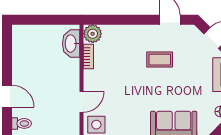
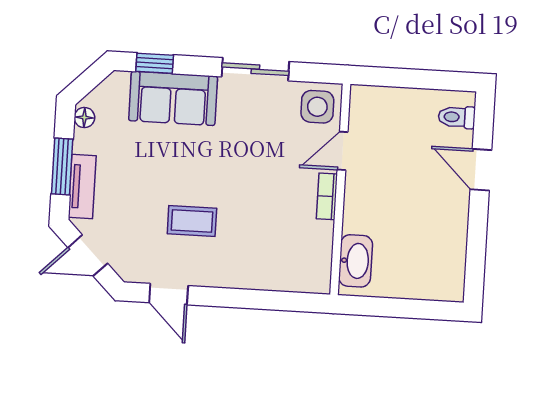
plant: (93, 34) -> (314, 277), removed
bookcase: (88, 56) -> (327, 196), moved

